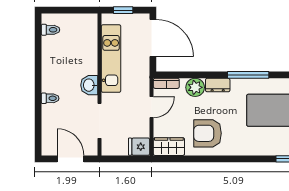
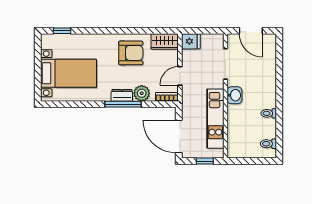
window: (248, 75) -> (123, 104), moved
toilet: (50, 98) -> (269, 113), moved

